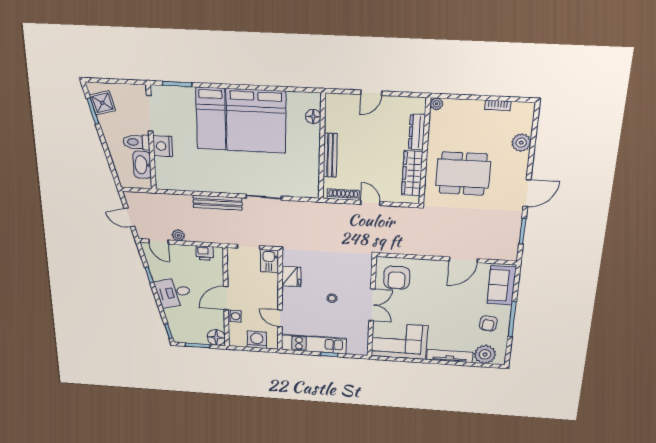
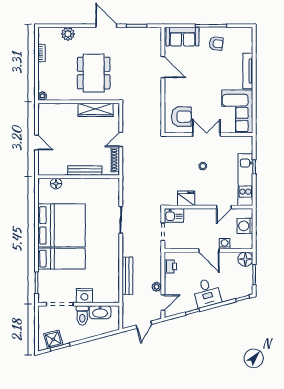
dresser: (417, 132) -> (64, 108), removed
bench: (218, 203) -> (127, 276), moved
plant: (485, 354) -> (244, 44), removed

